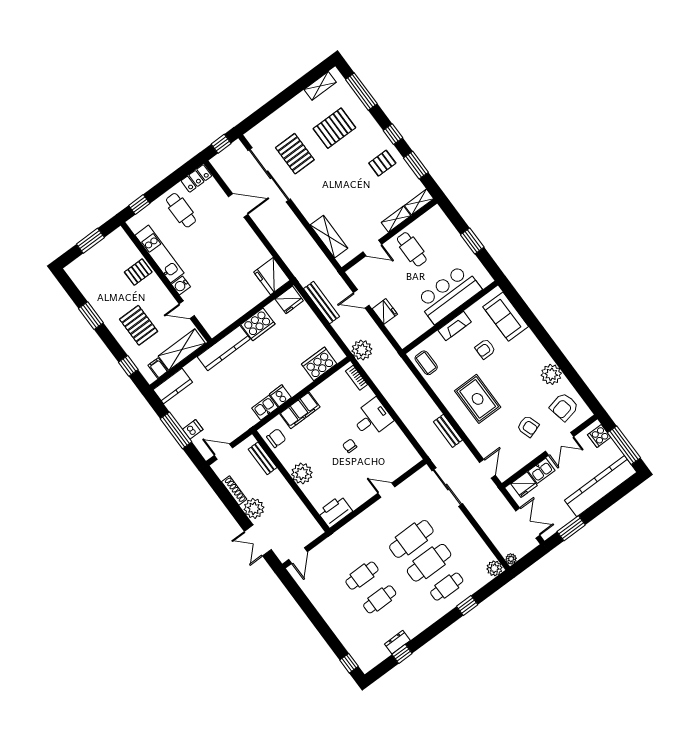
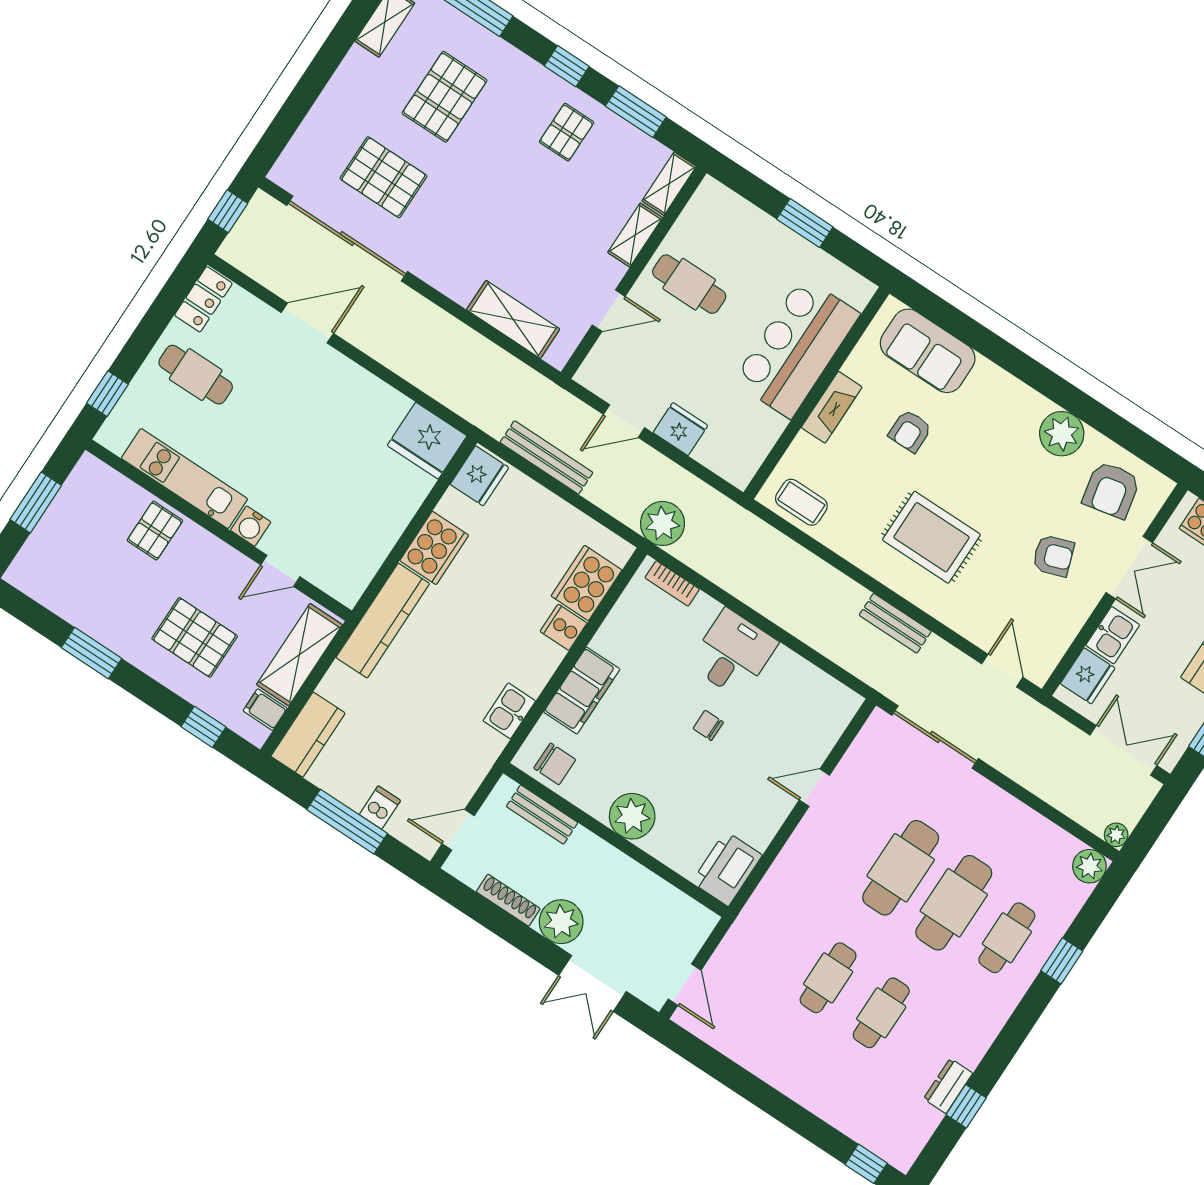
cooker: (280, 396) -> (563, 627), moved
chair: (276, 438) -> (555, 764), turned 90

